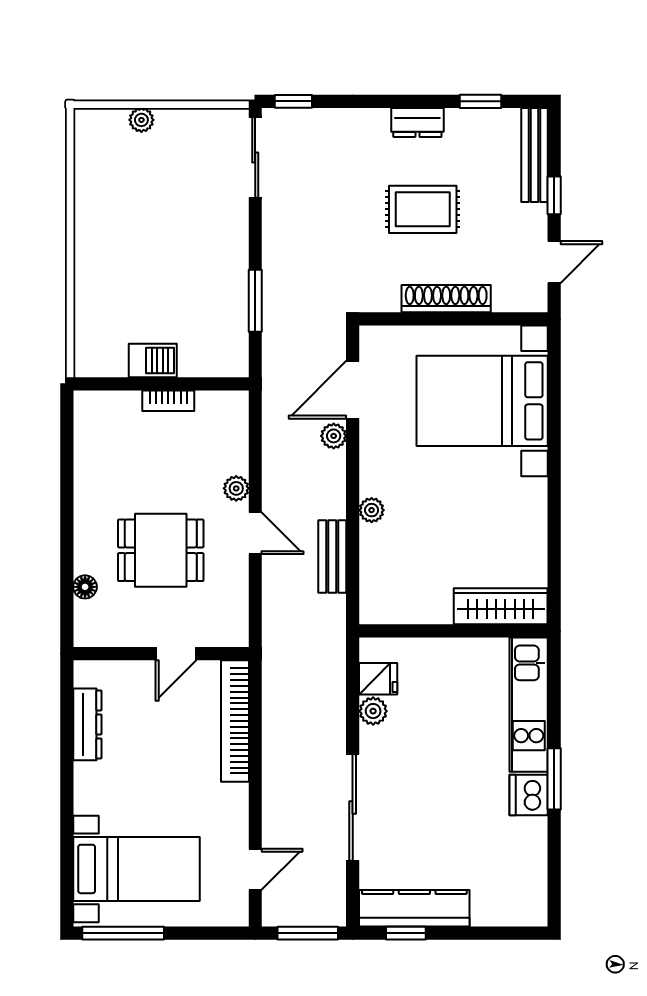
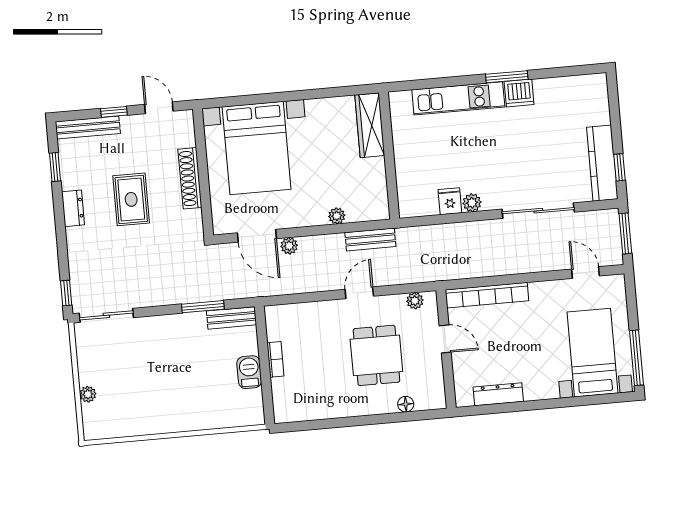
bench: (235, 342) -> (231, 318), added
plant: (236, 488) -> (415, 301), moved
wardrobe: (501, 606) -> (370, 125), moved
wall: (453, 631) -> (389, 156), moved

